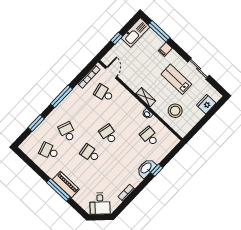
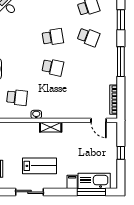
kitchen sink: (136, 33) -> (94, 181), moved, turned 90
school desk: (104, 93) -> (88, 97), removed
stool: (175, 111) -> (16, 139), removed

